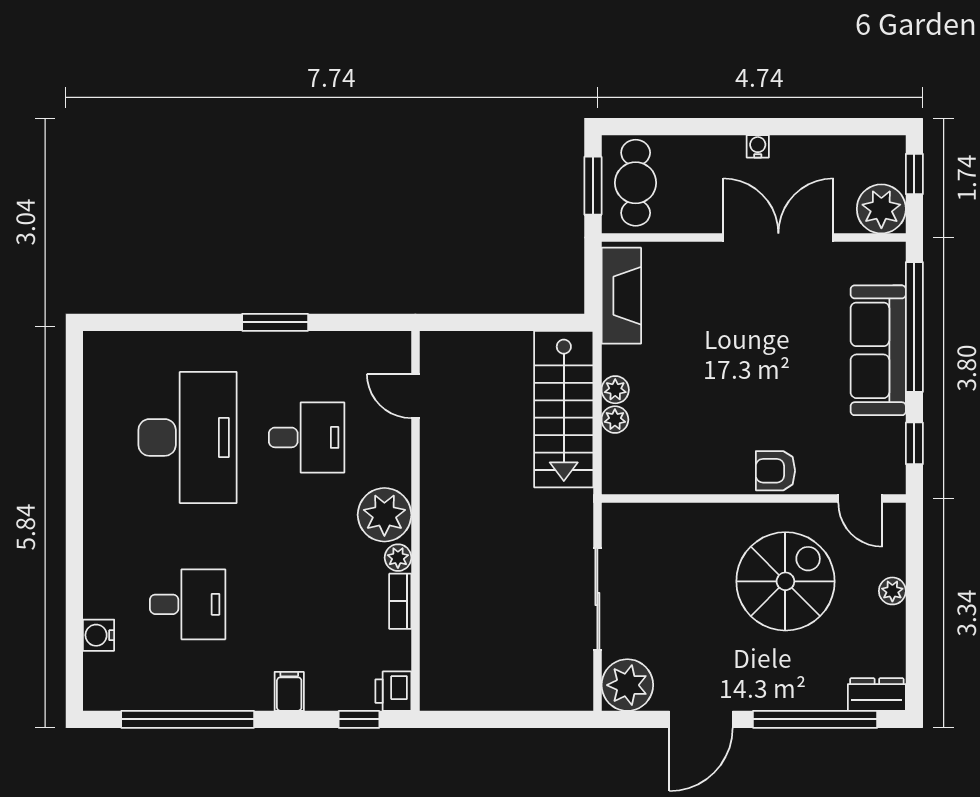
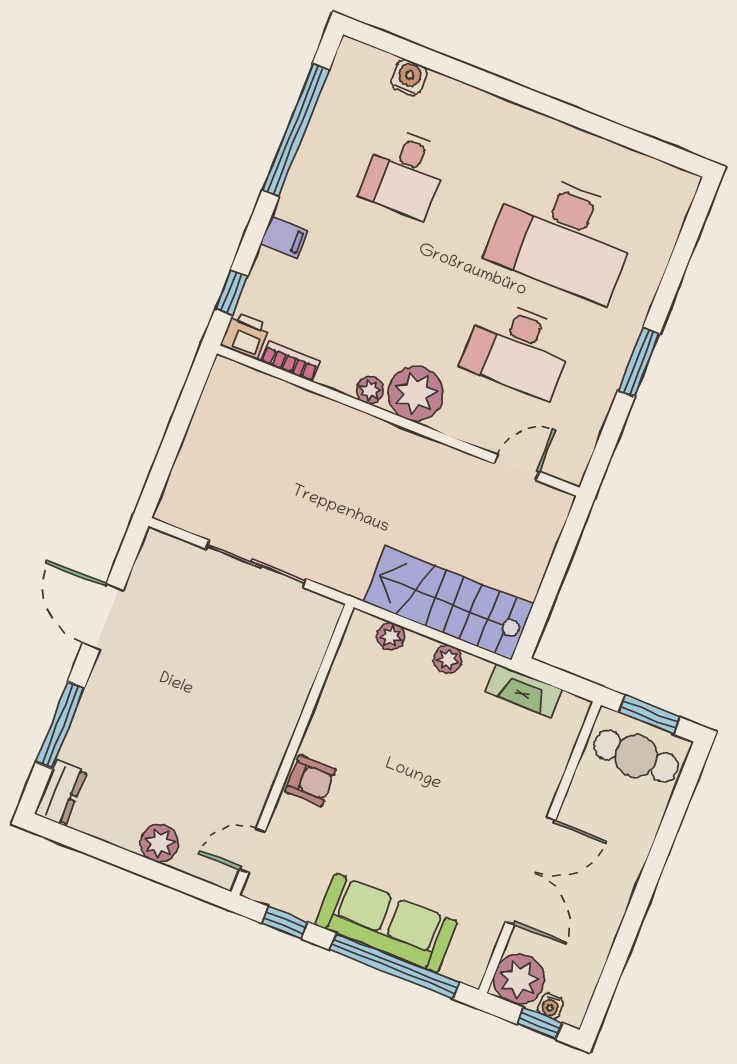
water cooler: (758, 146) -> (551, 1006), moved, turned 90
fireplace: (621, 296) -> (524, 691), width x0.73, depth x0.76
plant: (615, 420) -> (391, 636), moved
desk: (307, 437) -> (518, 349), width x1.37
armchair: (775, 471) -> (311, 781), turned 90
spiral stairs: (785, 581) -> (202, 749), removed
plant: (892, 591) -> (160, 843), width x1.38, depth x1.38
bookcase: (400, 601) -> (290, 361), moved
plant: (627, 685) -> (163, 560), removed
window: (815, 719) -> (60, 725), width x0.68

